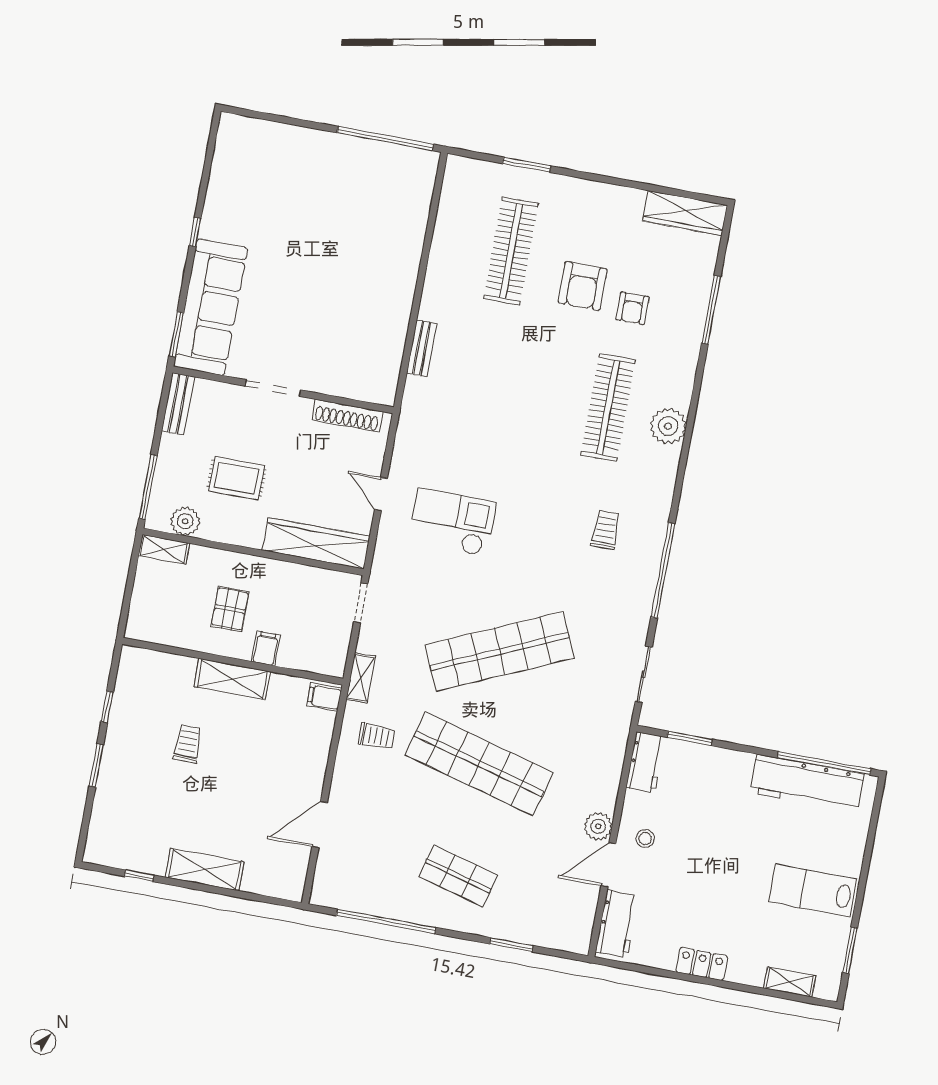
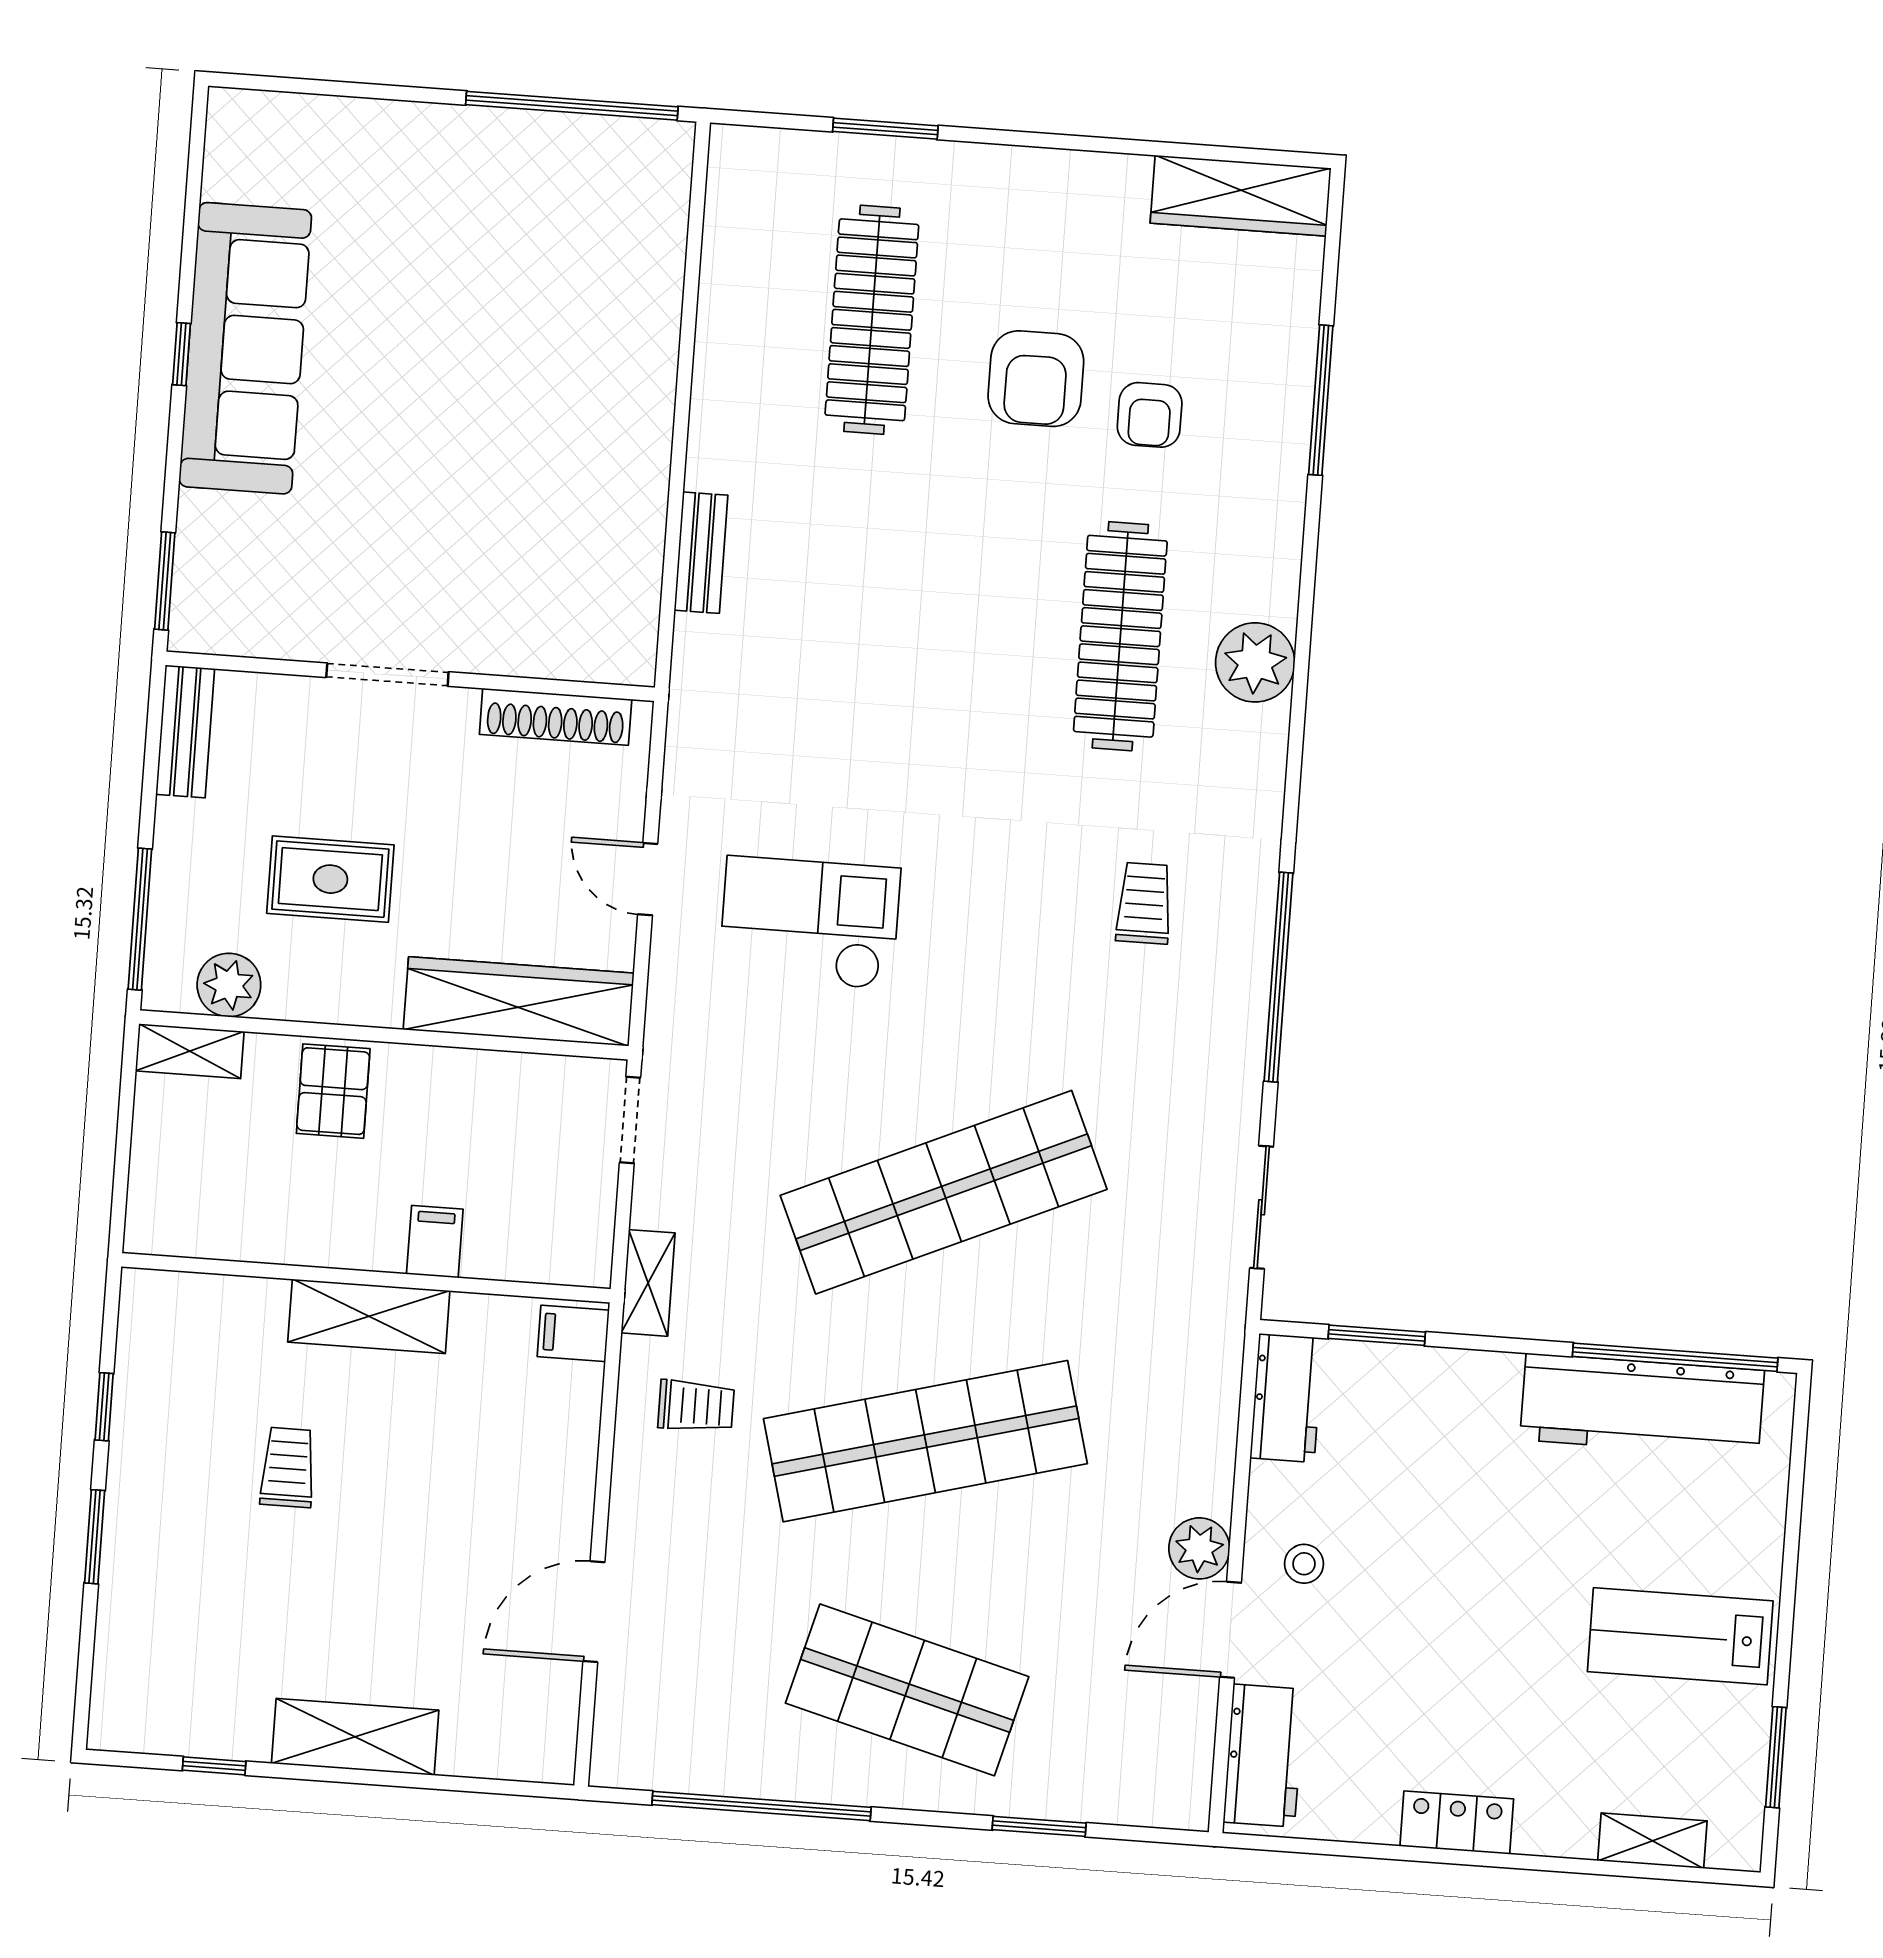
sofa: (211, 307) -> (245, 348), moved
pallet: (230, 609) -> (333, 1091), moved
shop shelf: (479, 764) -> (925, 1441), turned -30
shop shelf: (458, 876) -> (907, 1690), width x1.43, depth x1.36

